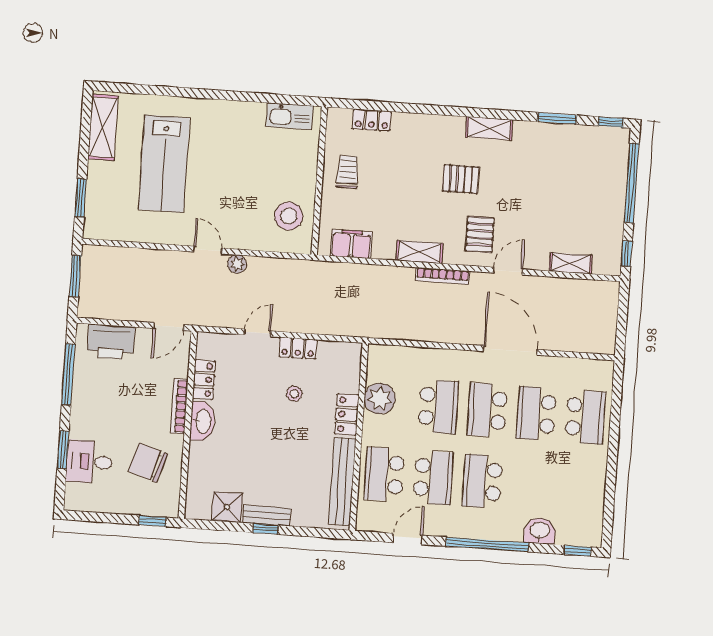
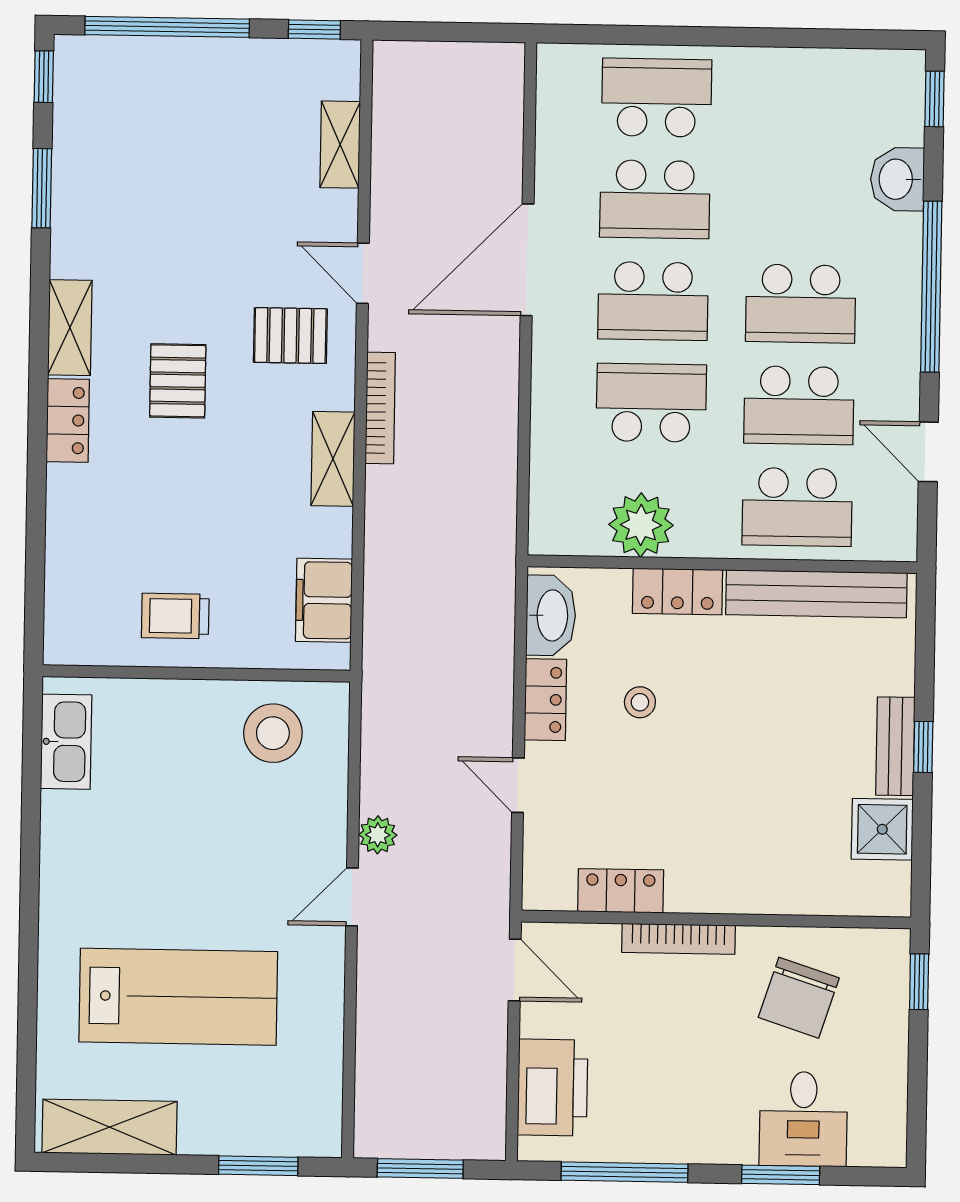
locker: (372, 120) -> (68, 420), moved
washbasin: (202, 421) -> (551, 615), moved, turned 90
school desk: (433, 478) -> (799, 405), turned 180

